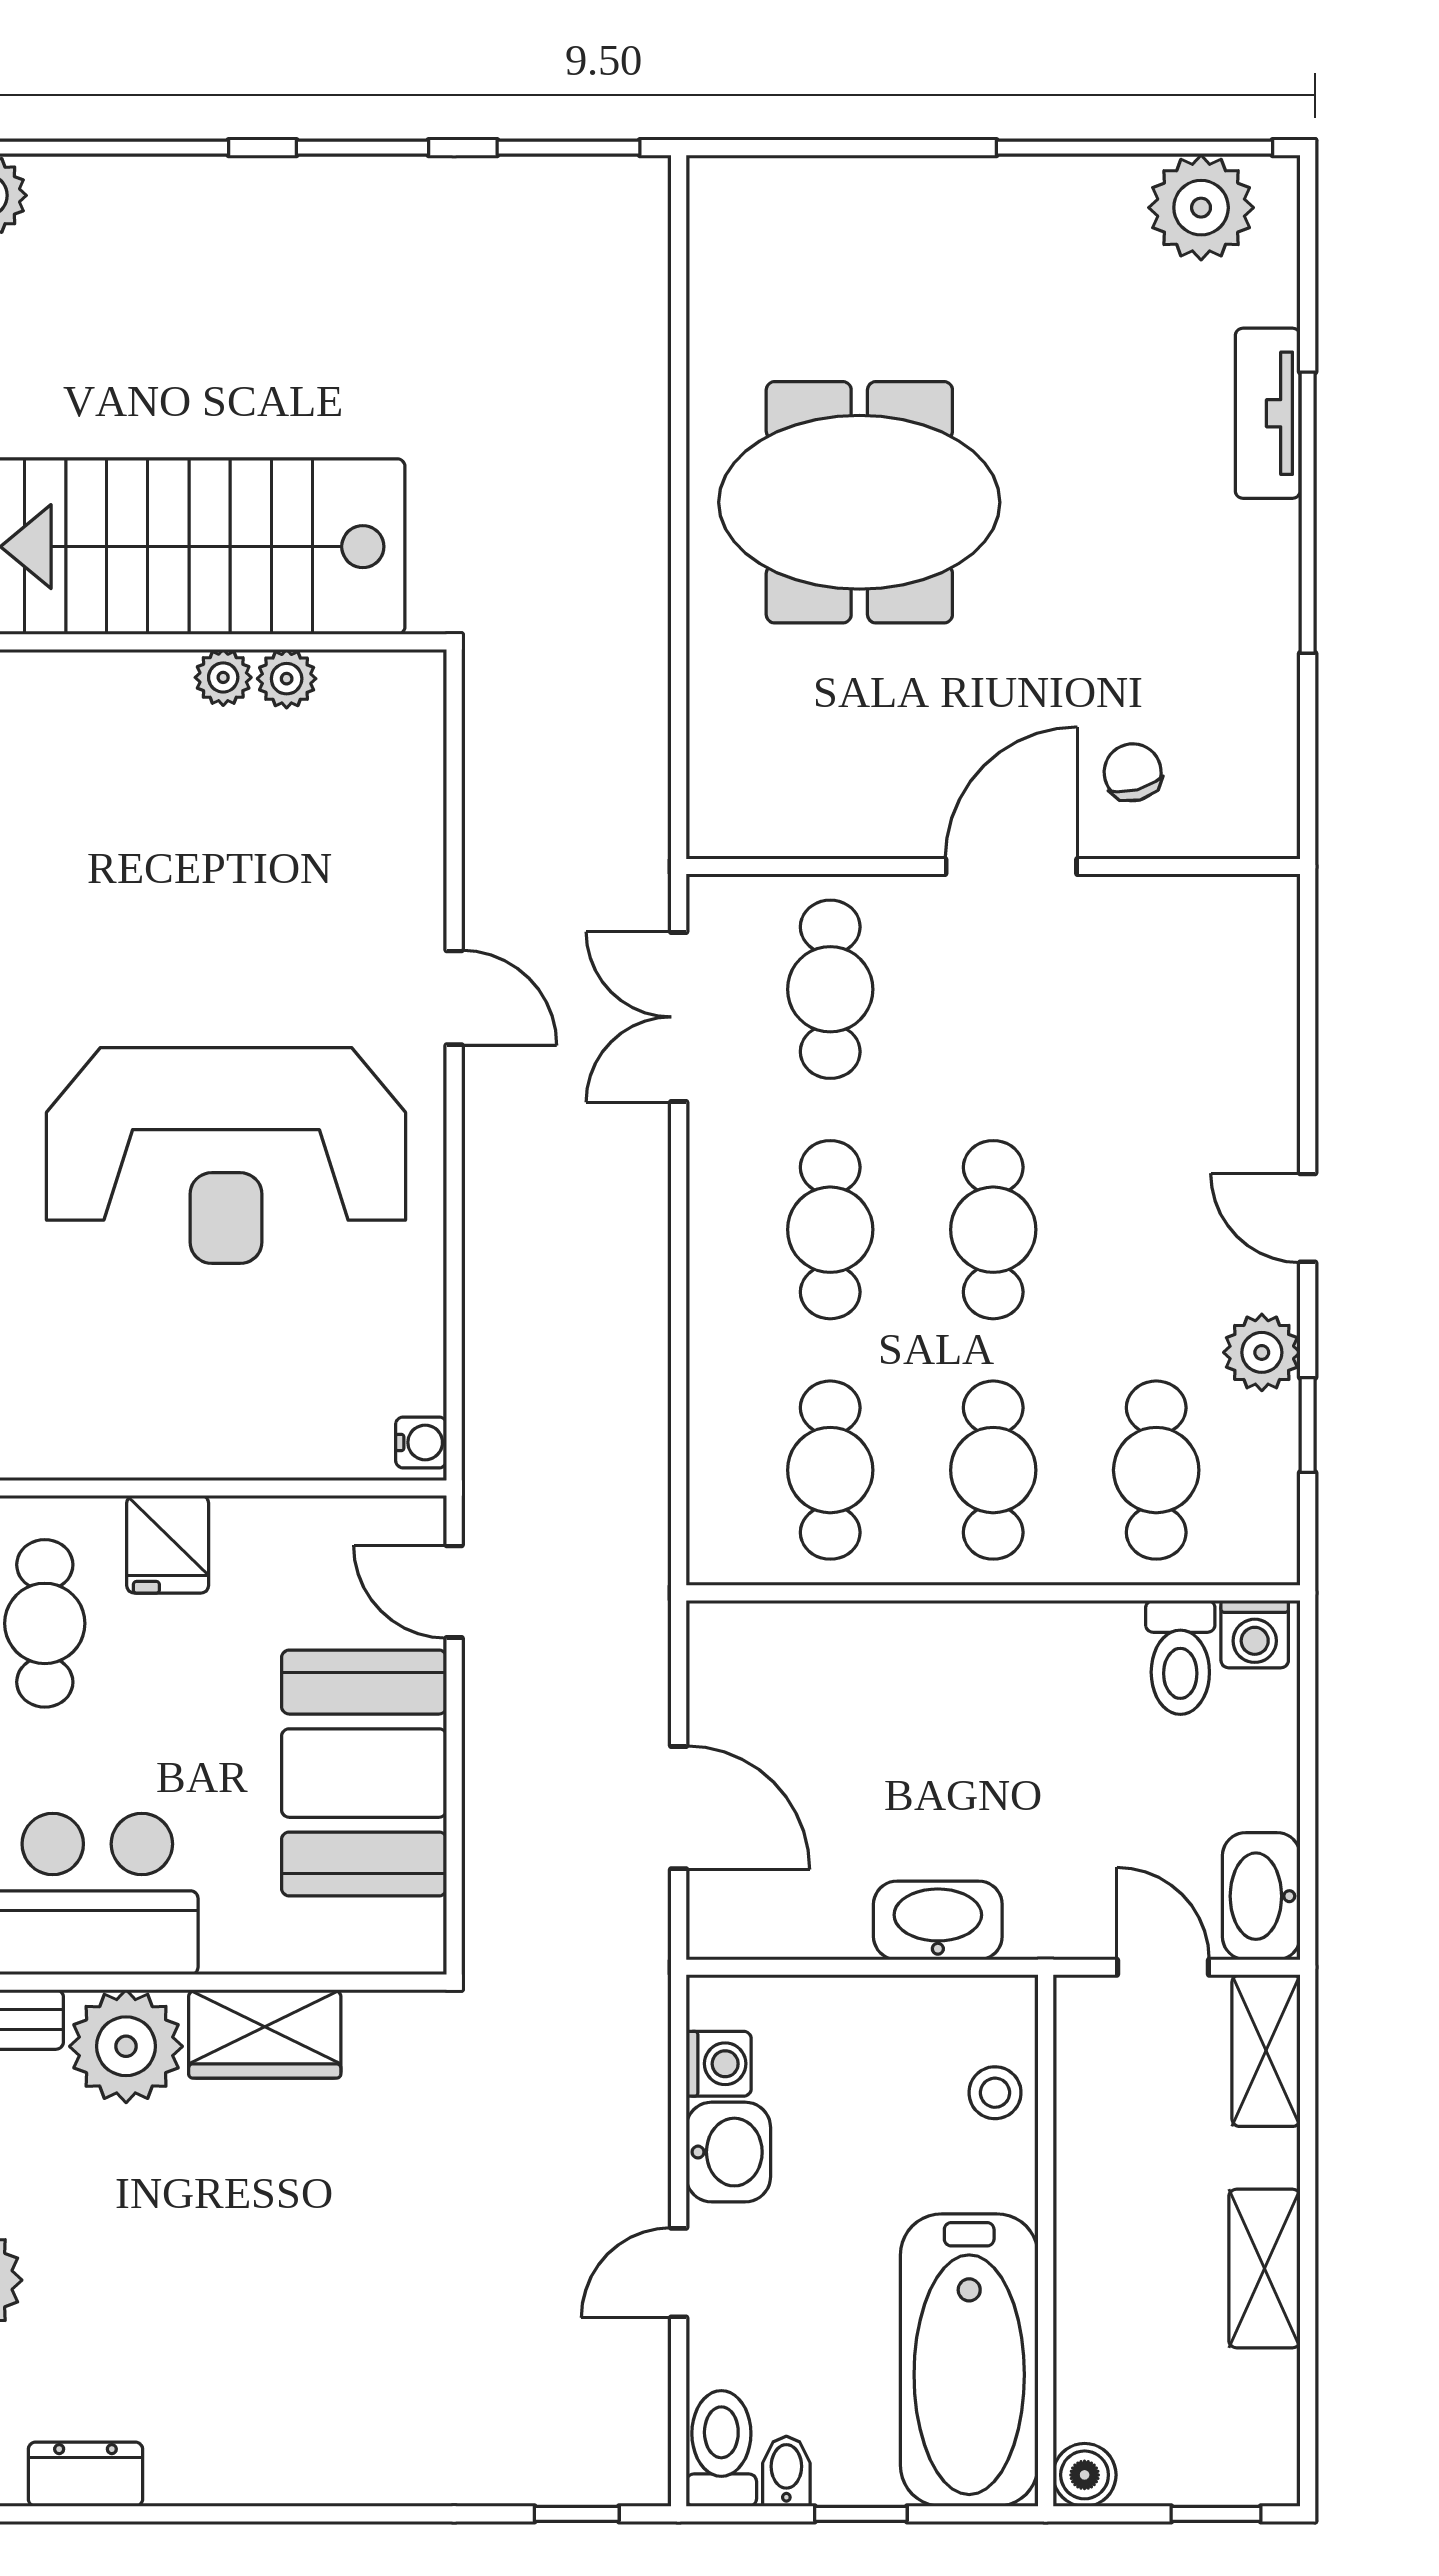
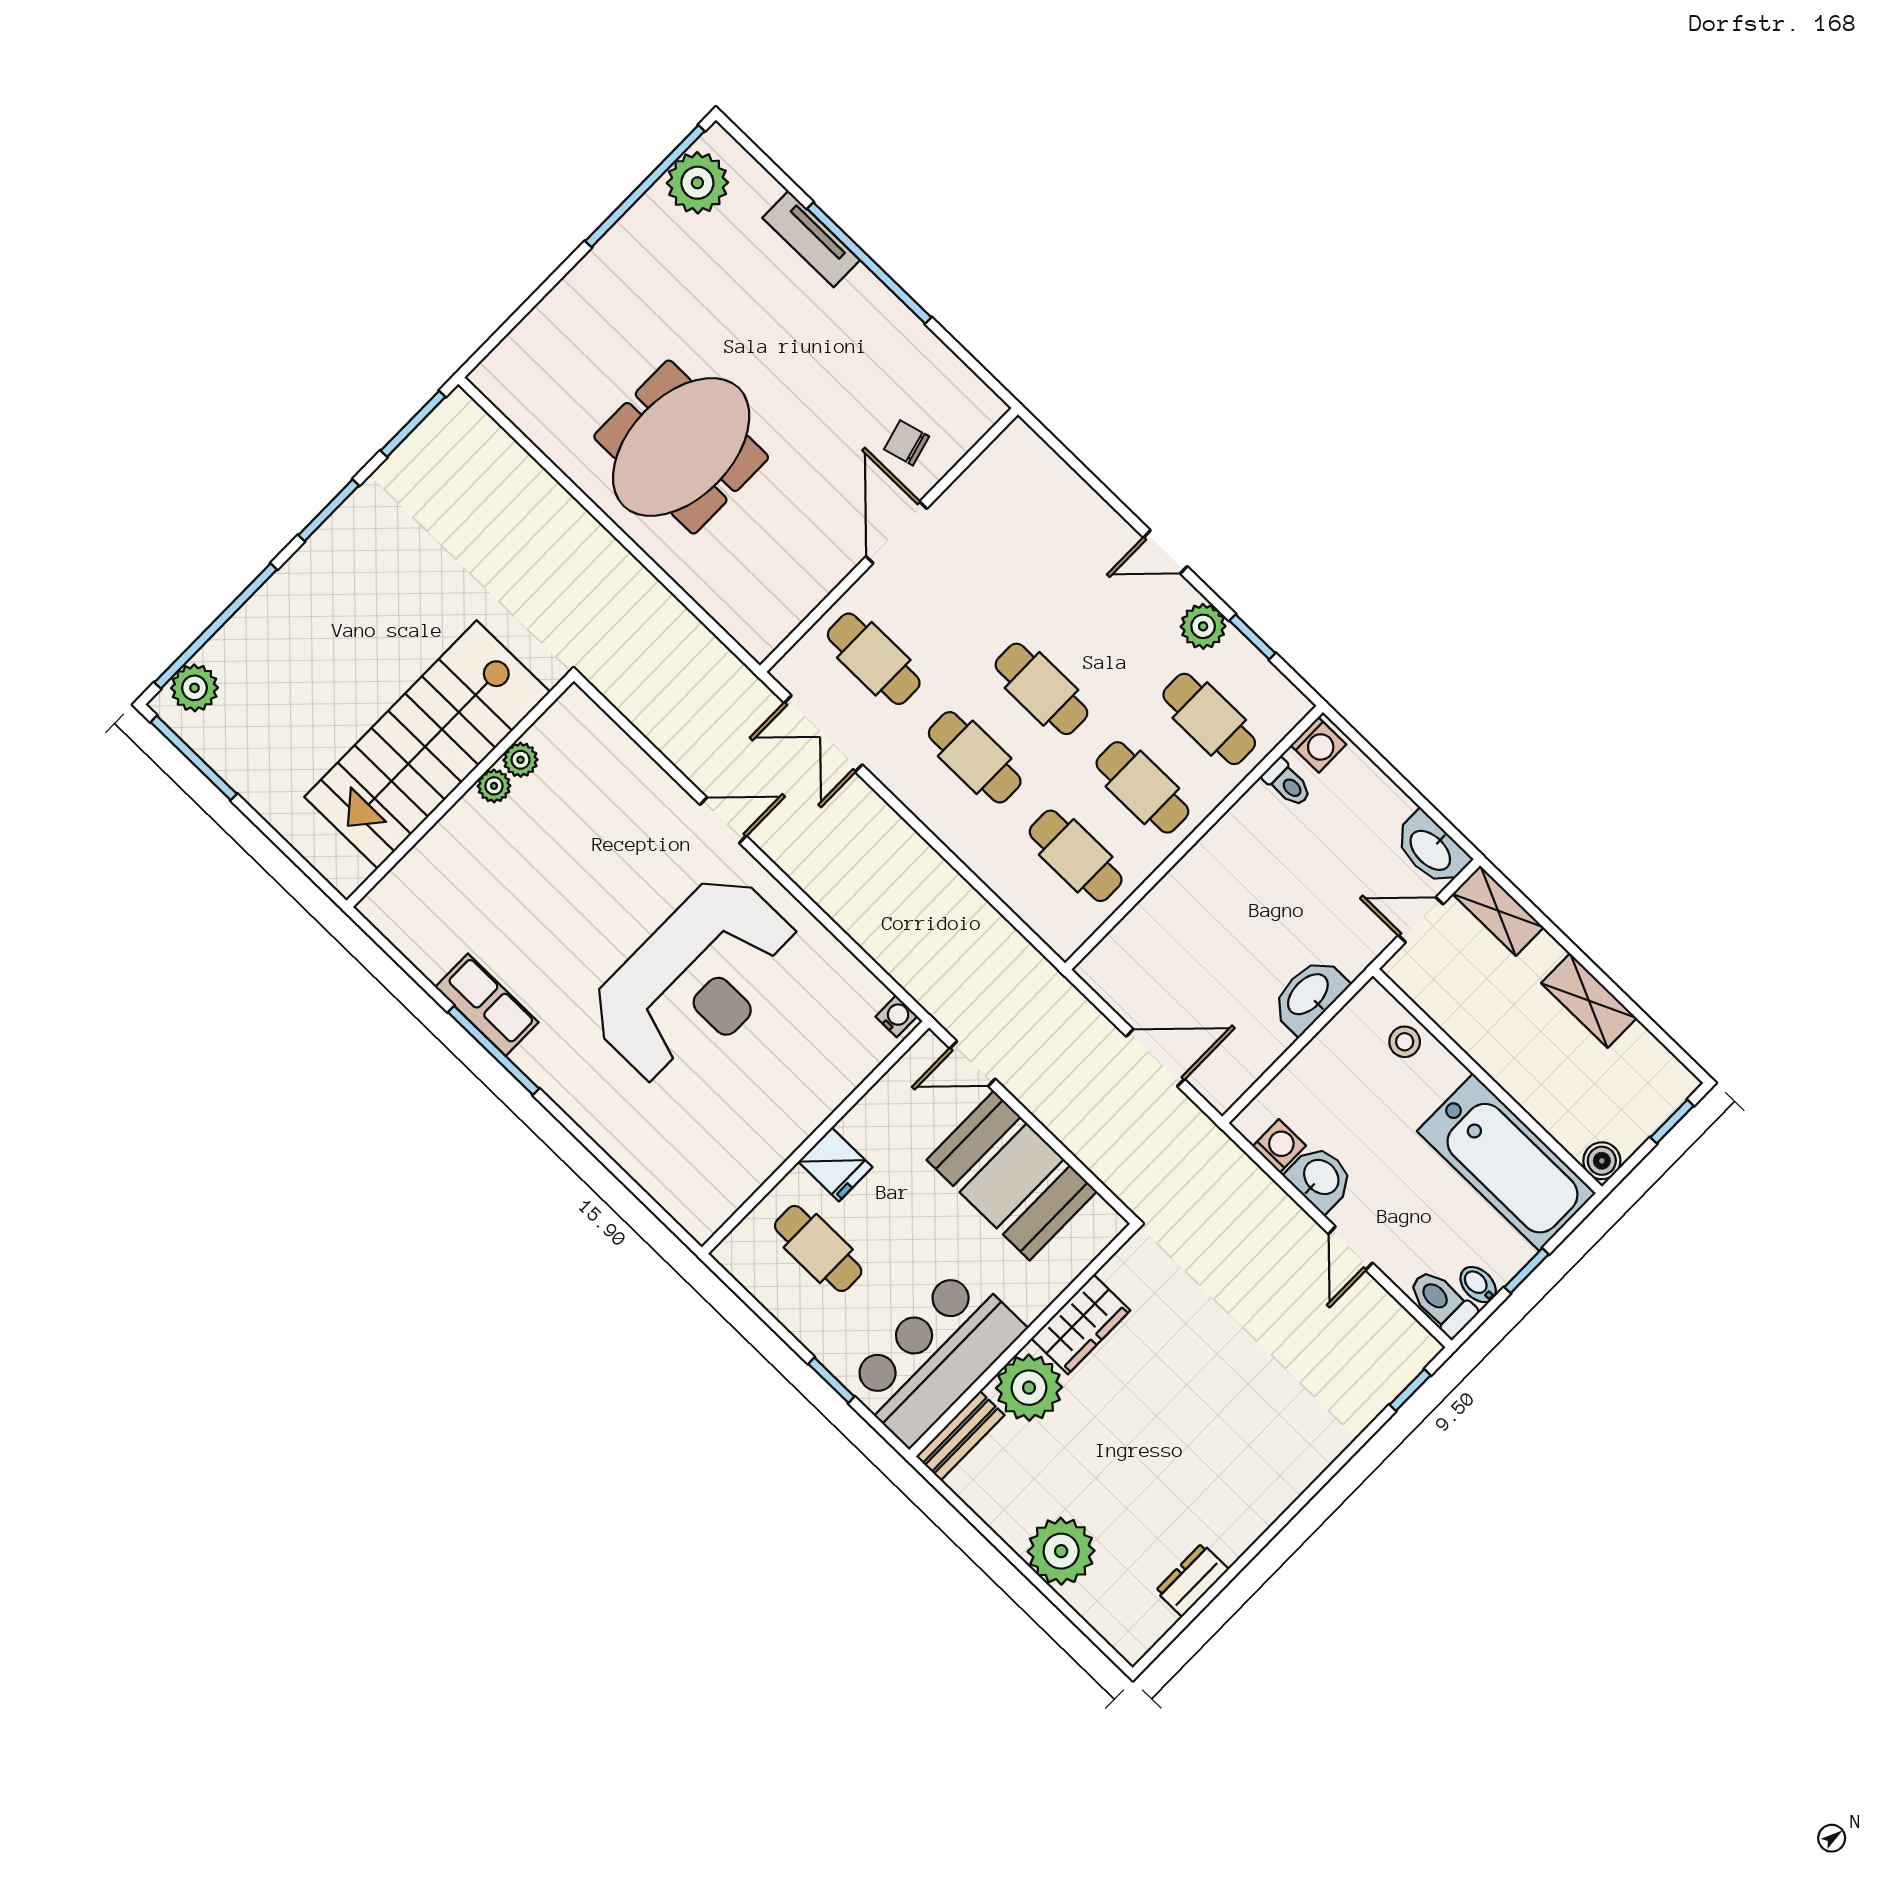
toilet: (1180, 1657) -> (1287, 783), width x0.73, depth x0.72

